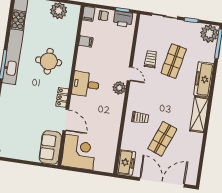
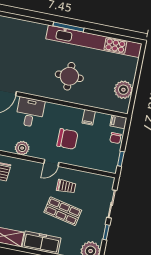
printer: (123, 19) -> (111, 159), removed
chair: (107, 60) -> (67, 139), added
desk: (86, 84) -> (30, 112), moved
plant: (119, 88) -> (22, 148), moved
locker: (62, 97) -> (30, 89), removed

